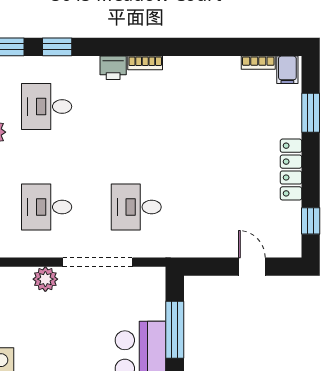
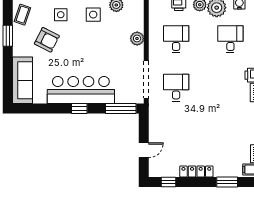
doorway: (98, 262) -> (146, 80), moved
window: (175, 330) -> (121, 109), moved

